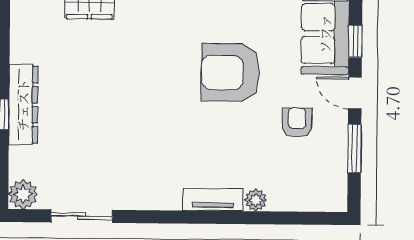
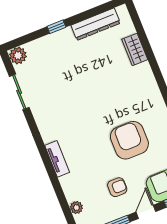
dresser: (23, 105) -> (96, 24), moved
plant: (256, 200) -> (76, 208), moved

